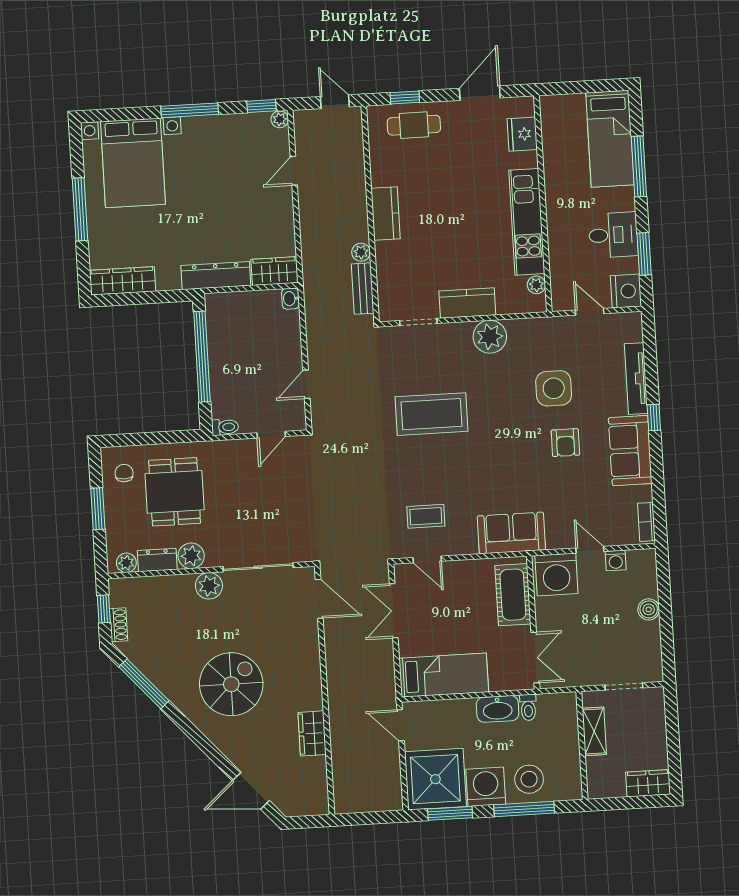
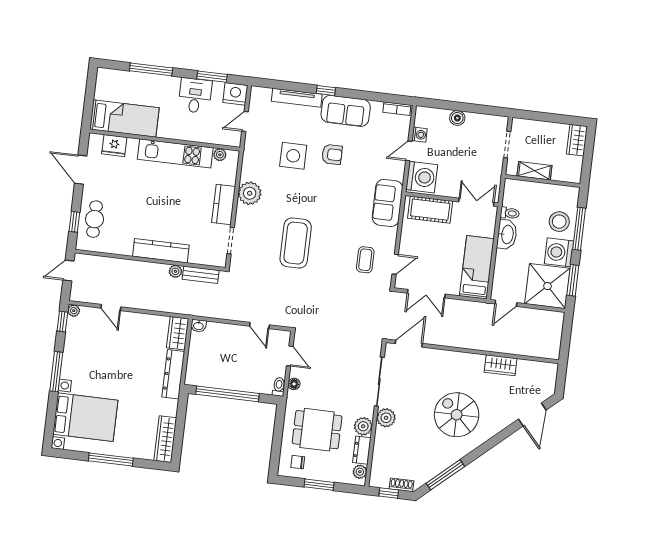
bed: (610, 139) -> (124, 118), moved
kitchen counter: (386, 213) -> (161, 251), width x1.50
floor lamp: (233, 448) -> (294, 384), added

